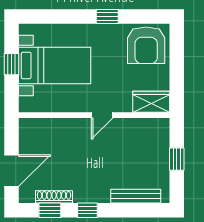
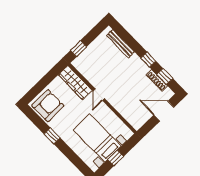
wardrobe: (151, 102) -> (75, 82), width x1.50
door: (102, 115) -> (99, 95), swing flipped
window: (177, 159) -> (79, 49), moved

